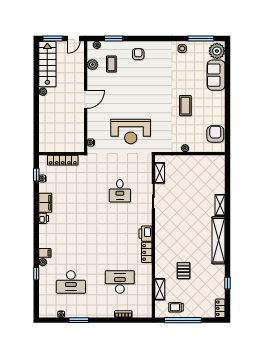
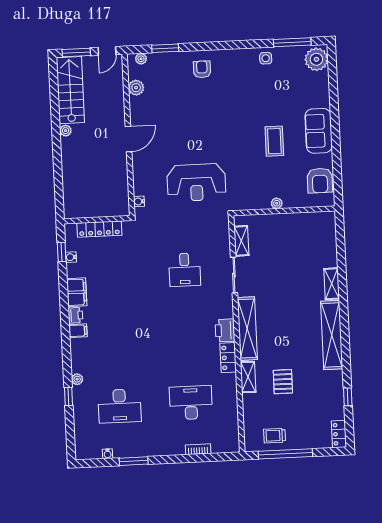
coffee table: (111, 64) -> (164, 86), removed
sofa: (216, 75) -> (319, 131), moved
armchair: (215, 134) -> (320, 181), turned 180
shelving: (161, 233) -> (247, 329), added
filing cabinet: (45, 253) -> (78, 331), moved
shelving: (160, 289) -> (248, 377), moved

